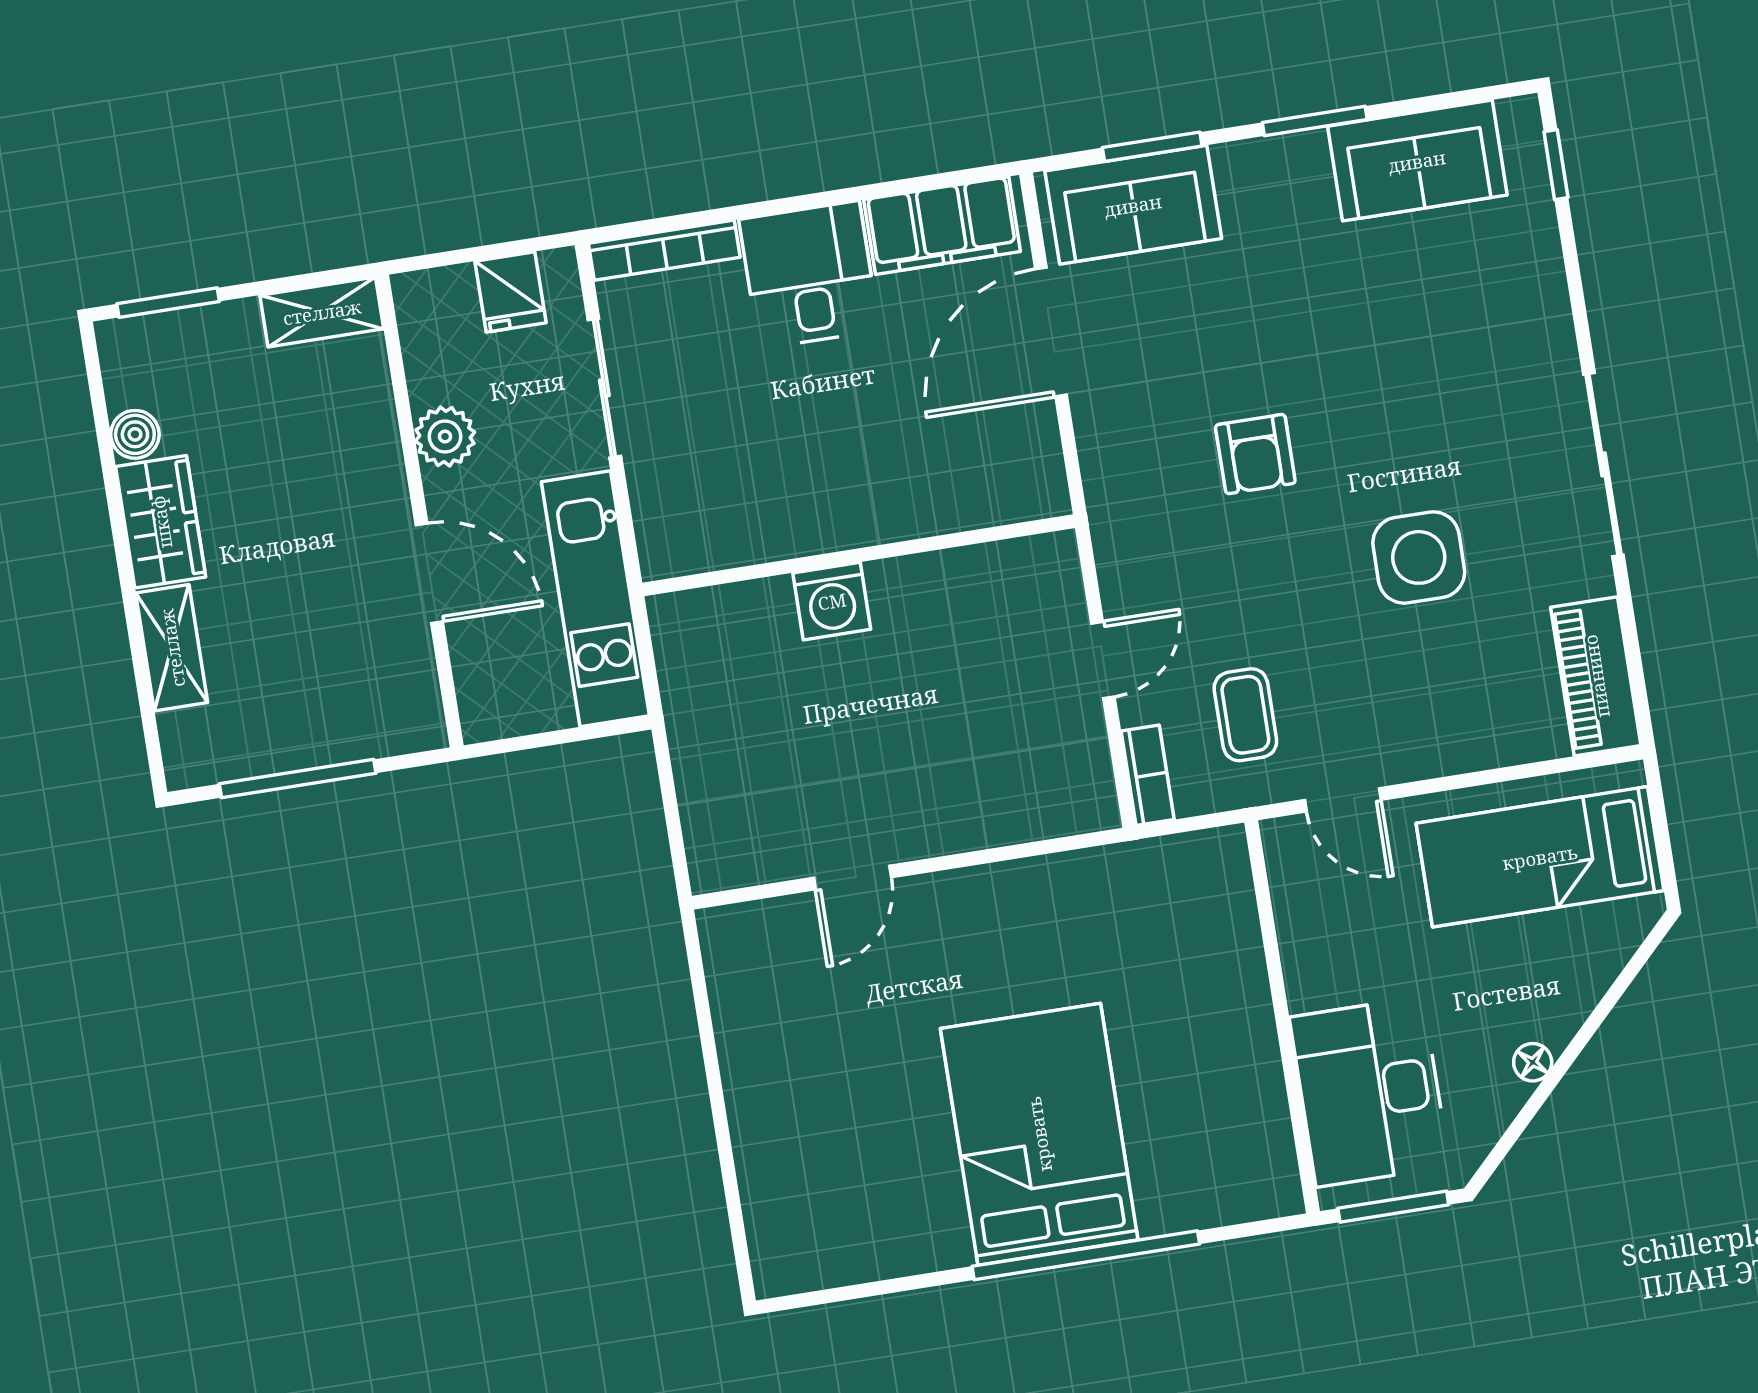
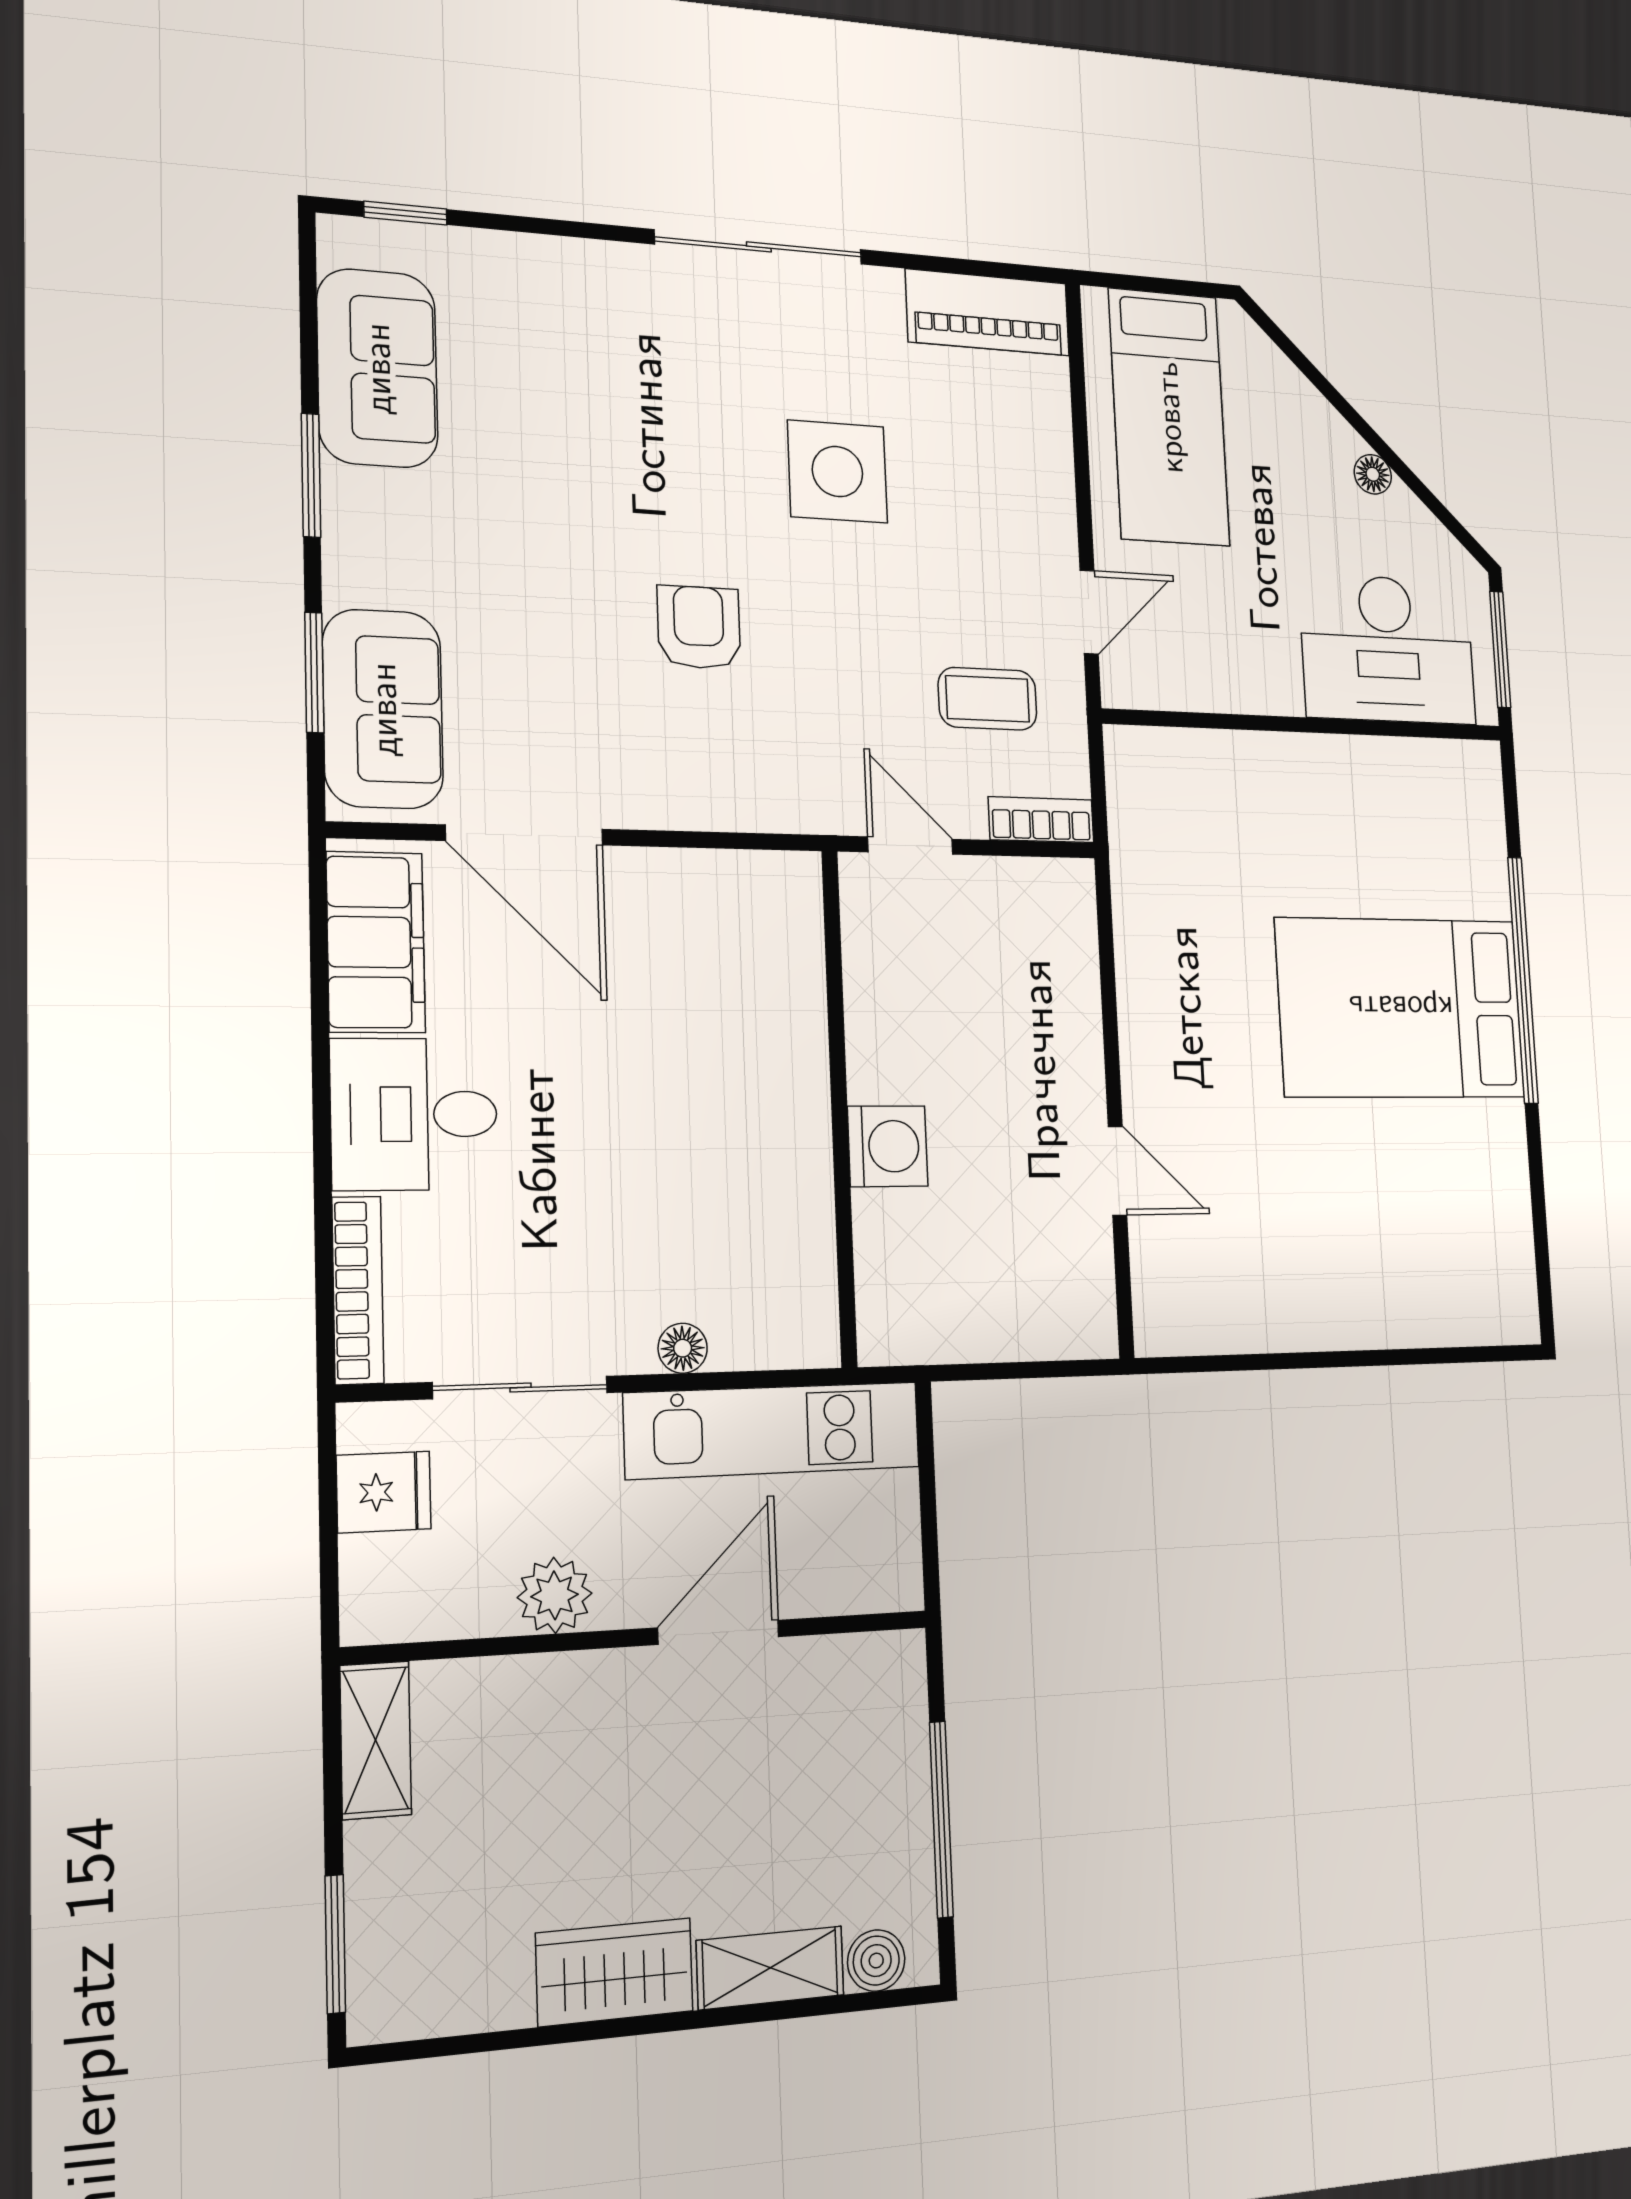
boiler: (135, 434) -> (876, 1961), moved
armchair: (1255, 454) -> (699, 627), turned -90
floor lamp: (652, 515) -> (683, 1348), added
wall: (859, 555) -> (839, 1107), moved
washing machine: (832, 601) -> (888, 1146), moved

